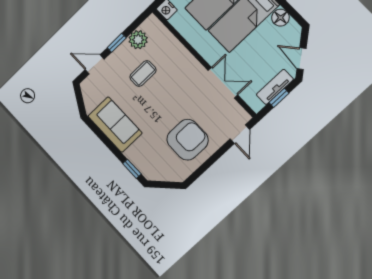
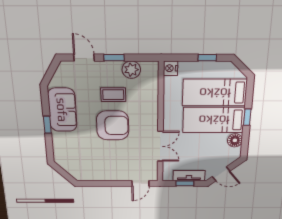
door: (301, 59) -> (221, 174), swing flipped
armchair: (188, 140) -> (113, 125), moved
window: (132, 169) -> (47, 125), moved

